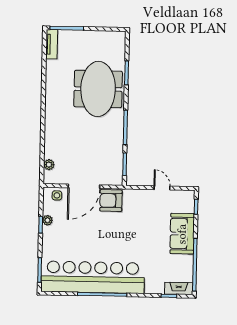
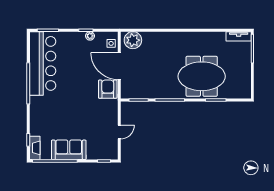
plant: (49, 165) -> (133, 40), width x1.88, depth x1.88
sofa: (182, 234) -> (69, 150), moved
bar counter: (93, 277) -> (43, 63), width x0.73

